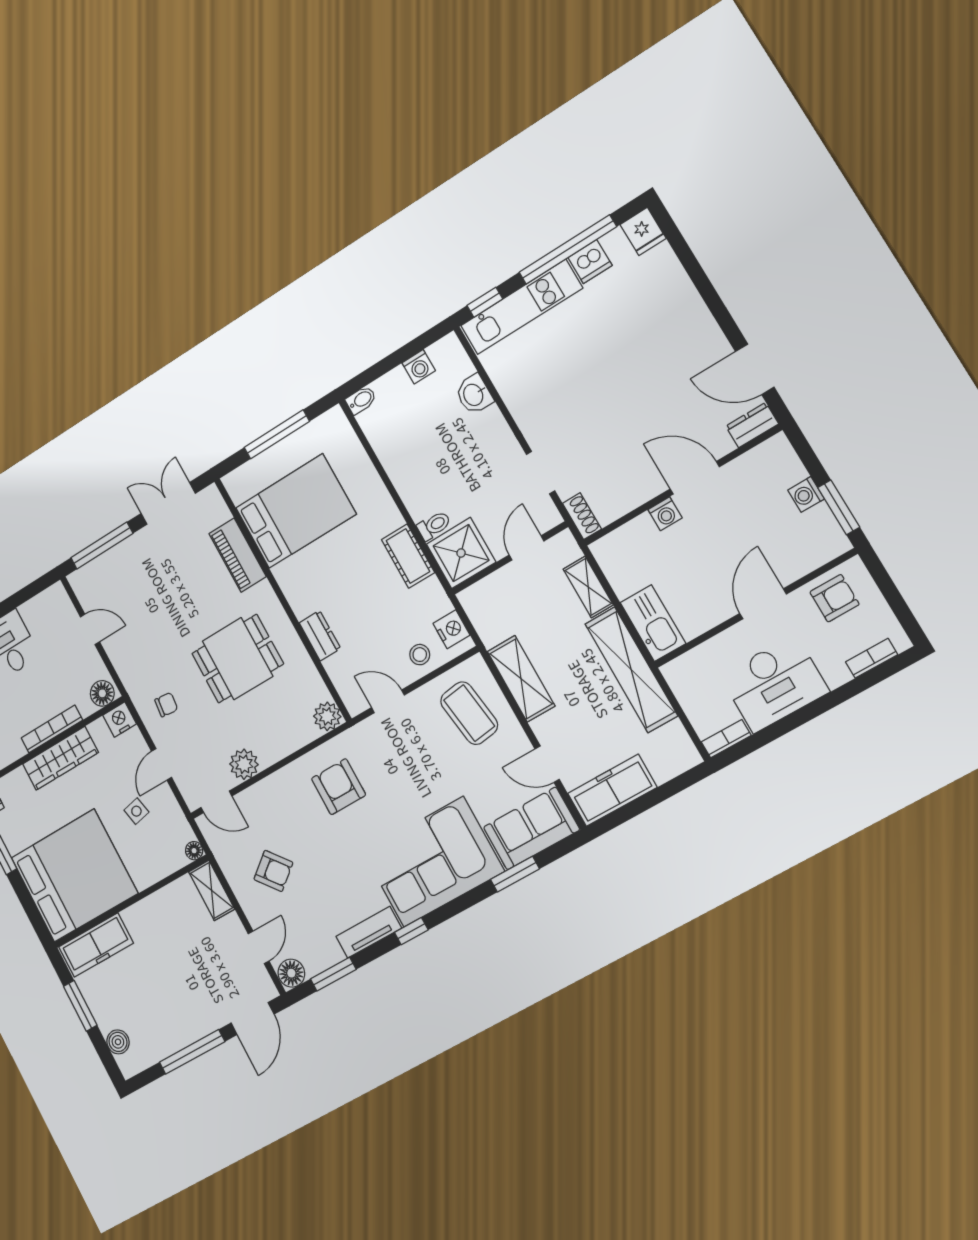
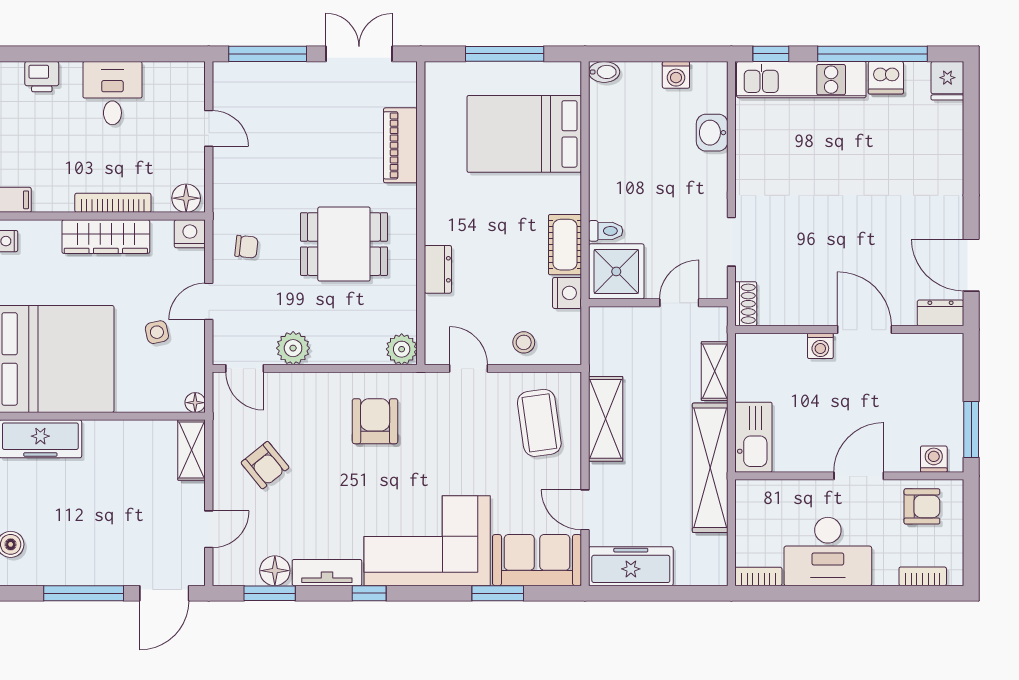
washing machine: (806, 494) -> (934, 459), moved, turned 90
bed: (296, 511) -> (524, 134), moved, turned 180
nightstand: (452, 629) -> (567, 293), moved
floor lamp: (291, 973) -> (275, 571), moved

